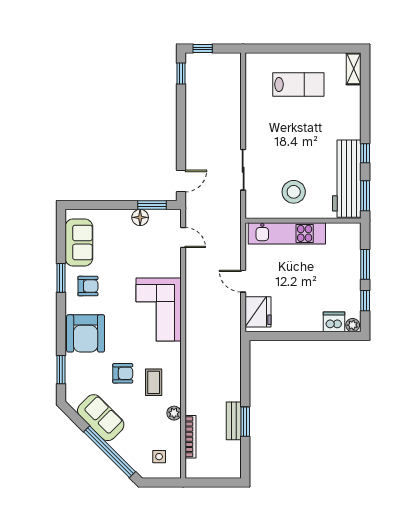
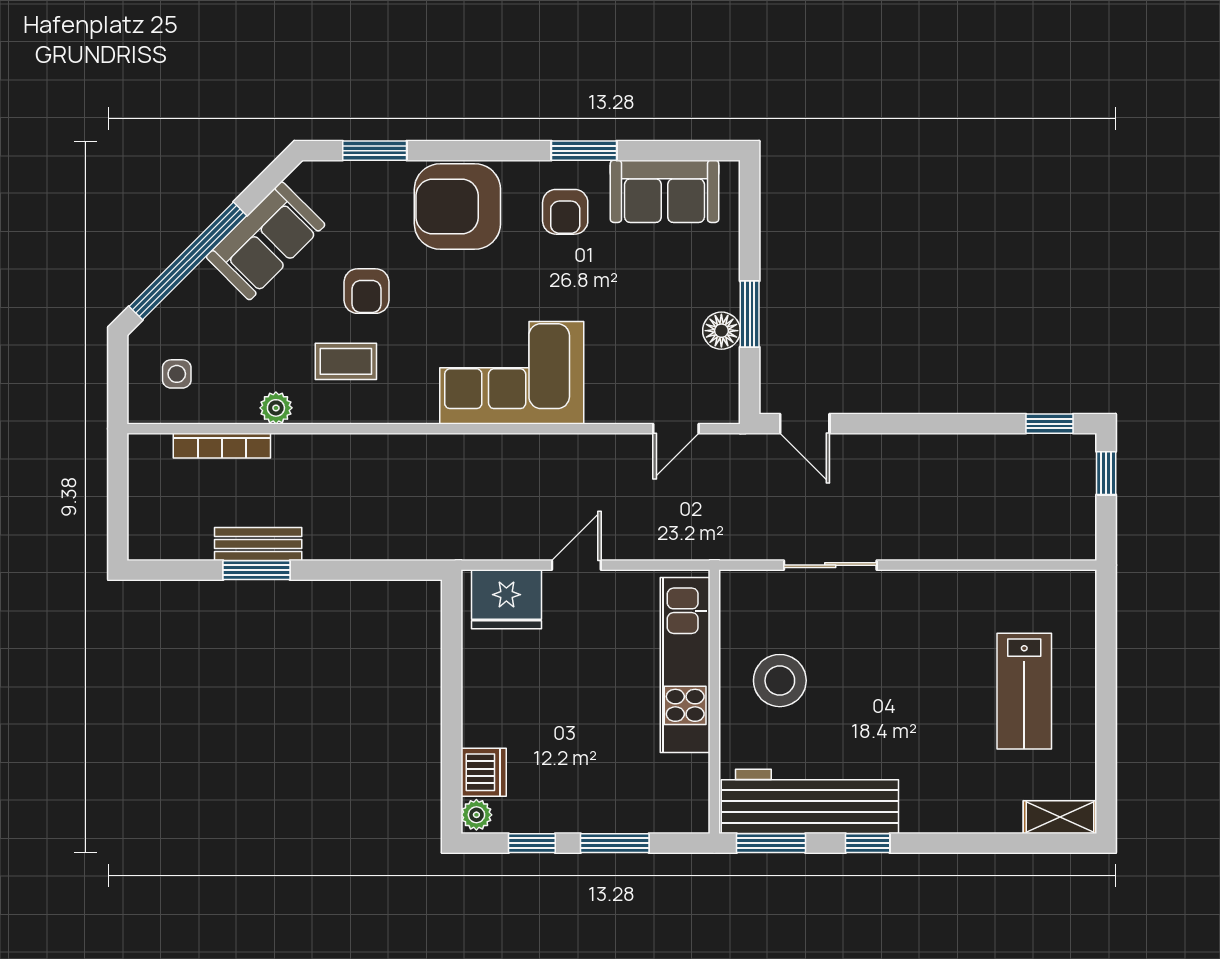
window: (152, 205) -> (750, 314), moved

